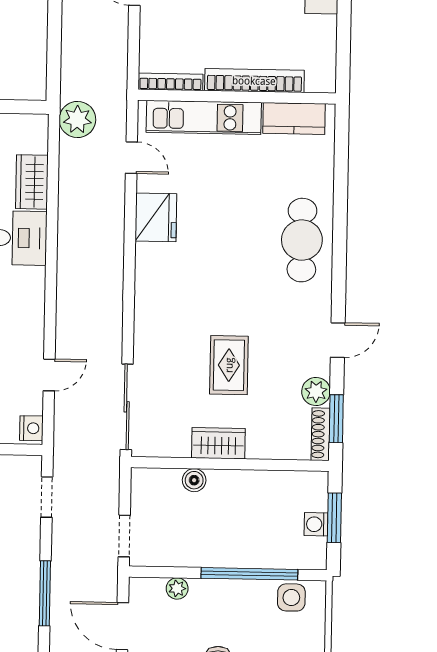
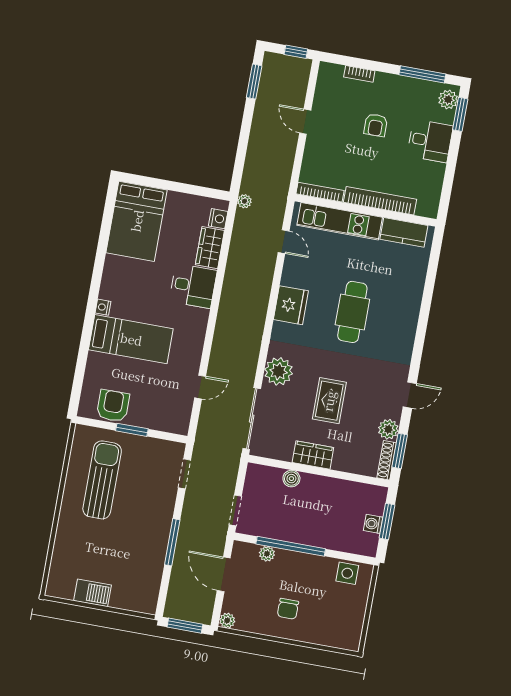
plant: (77, 119) -> (244, 201), width x0.53, depth x0.53
fridge: (156, 217) -> (291, 305), moved
cafe table: (302, 240) -> (352, 312), moved
plant: (153, 336) -> (279, 371), added
nightstand: (31, 428) -> (218, 219), moved
window: (249, 574) -> (291, 546), moved

